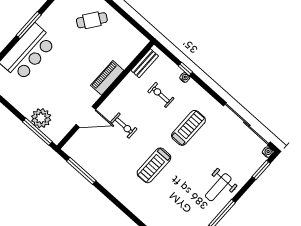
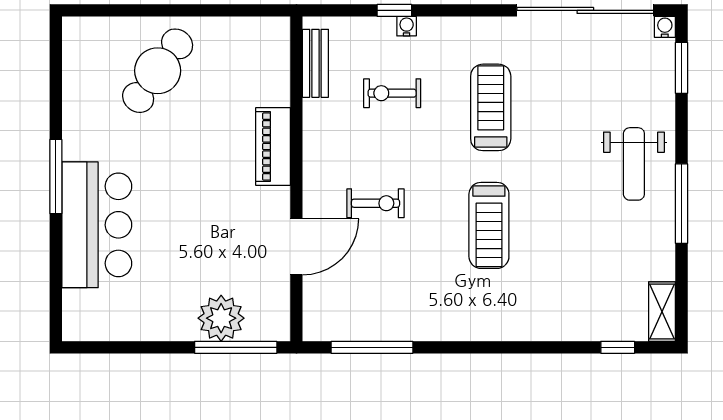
cafe table: (92, 20) -> (158, 71), width x1.37, depth x1.35

